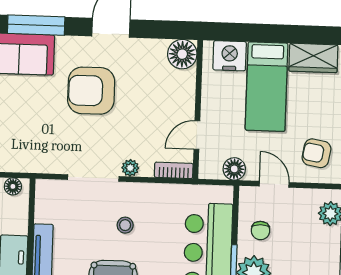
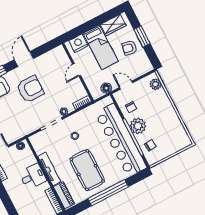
floor lamp: (182, 54) -> (59, 53), removed
armchair: (91, 91) -> (30, 89), turned 180
door: (197, 135) -> (77, 70), moved
armchair: (316, 153) -> (130, 48), moved

